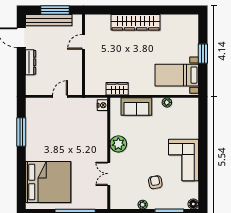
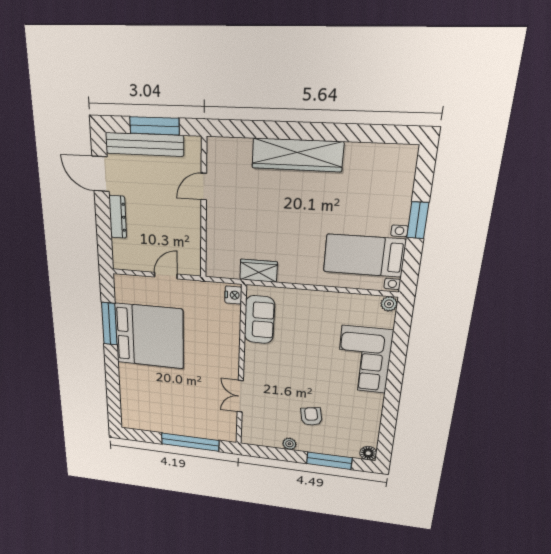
plant: (167, 102) -> (389, 304), moved
sofa: (136, 107) -> (259, 320), moved, turned -90
plant: (118, 144) -> (257, 356), removed
corner sofa: (184, 160) -> (364, 360), moved
bed: (48, 182) -> (149, 336), moved

